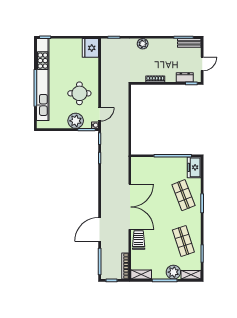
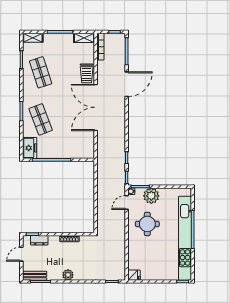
plant: (143, 44) -> (68, 275), moved
fridge: (90, 48) -> (134, 275), width x0.53, depth x0.75
plant: (173, 272) -> (51, 40), removed

